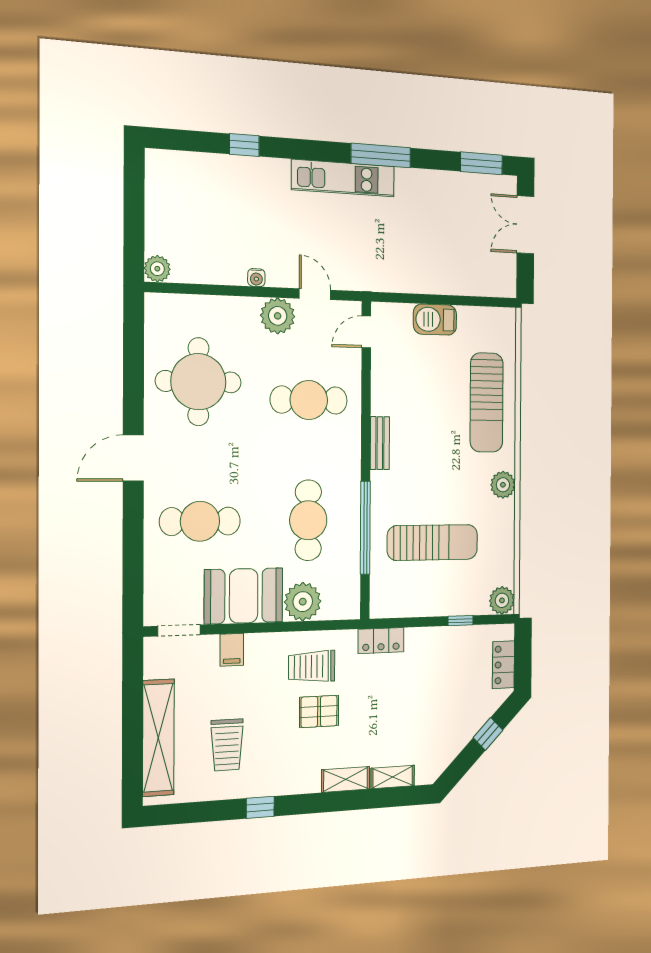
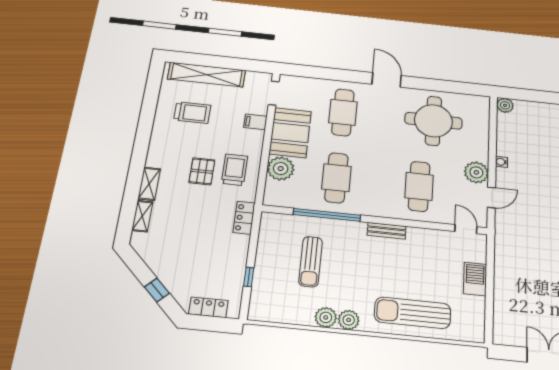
cafe table: (308, 520) -> (336, 178), turned 90
sun lounger: (433, 542) -> (311, 262), width x0.73, depth x0.75
plant: (502, 600) -> (326, 317), moved
trolley: (227, 745) -> (192, 113), turned 180
window: (260, 807) -> (145, 128), removed

